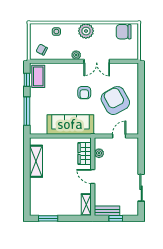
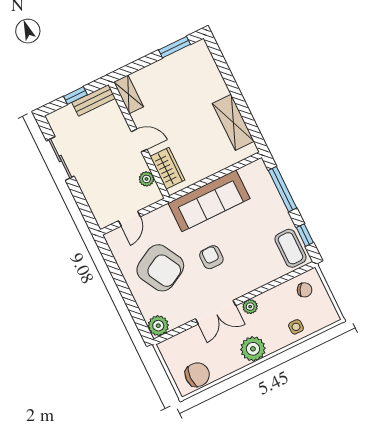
double door: (97, 61) -> (216, 312), swing flipped
plant: (132, 69) -> (158, 326), added

